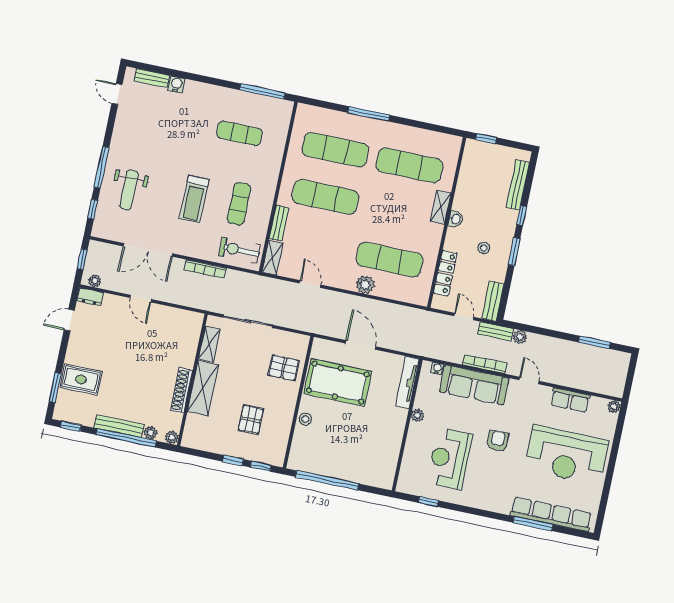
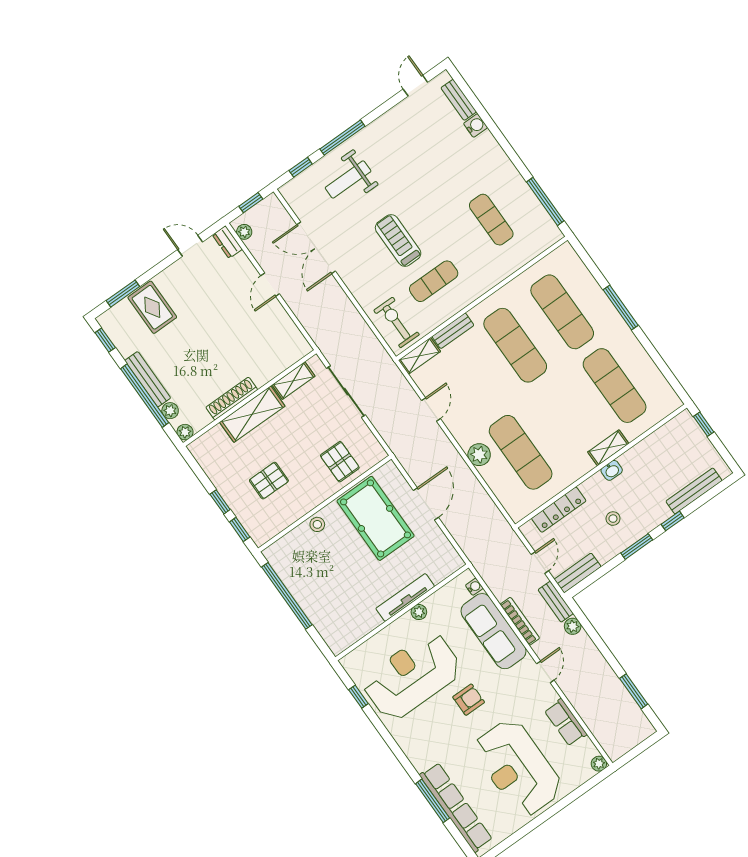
treadmill: (194, 199) -> (398, 240), turned 90
bookcase: (205, 269) -> (351, 311), removed
tv unit: (407, 383) -> (405, 597), moved
reception desk: (450, 459) -> (412, 676), width x1.36, depth x1.30

